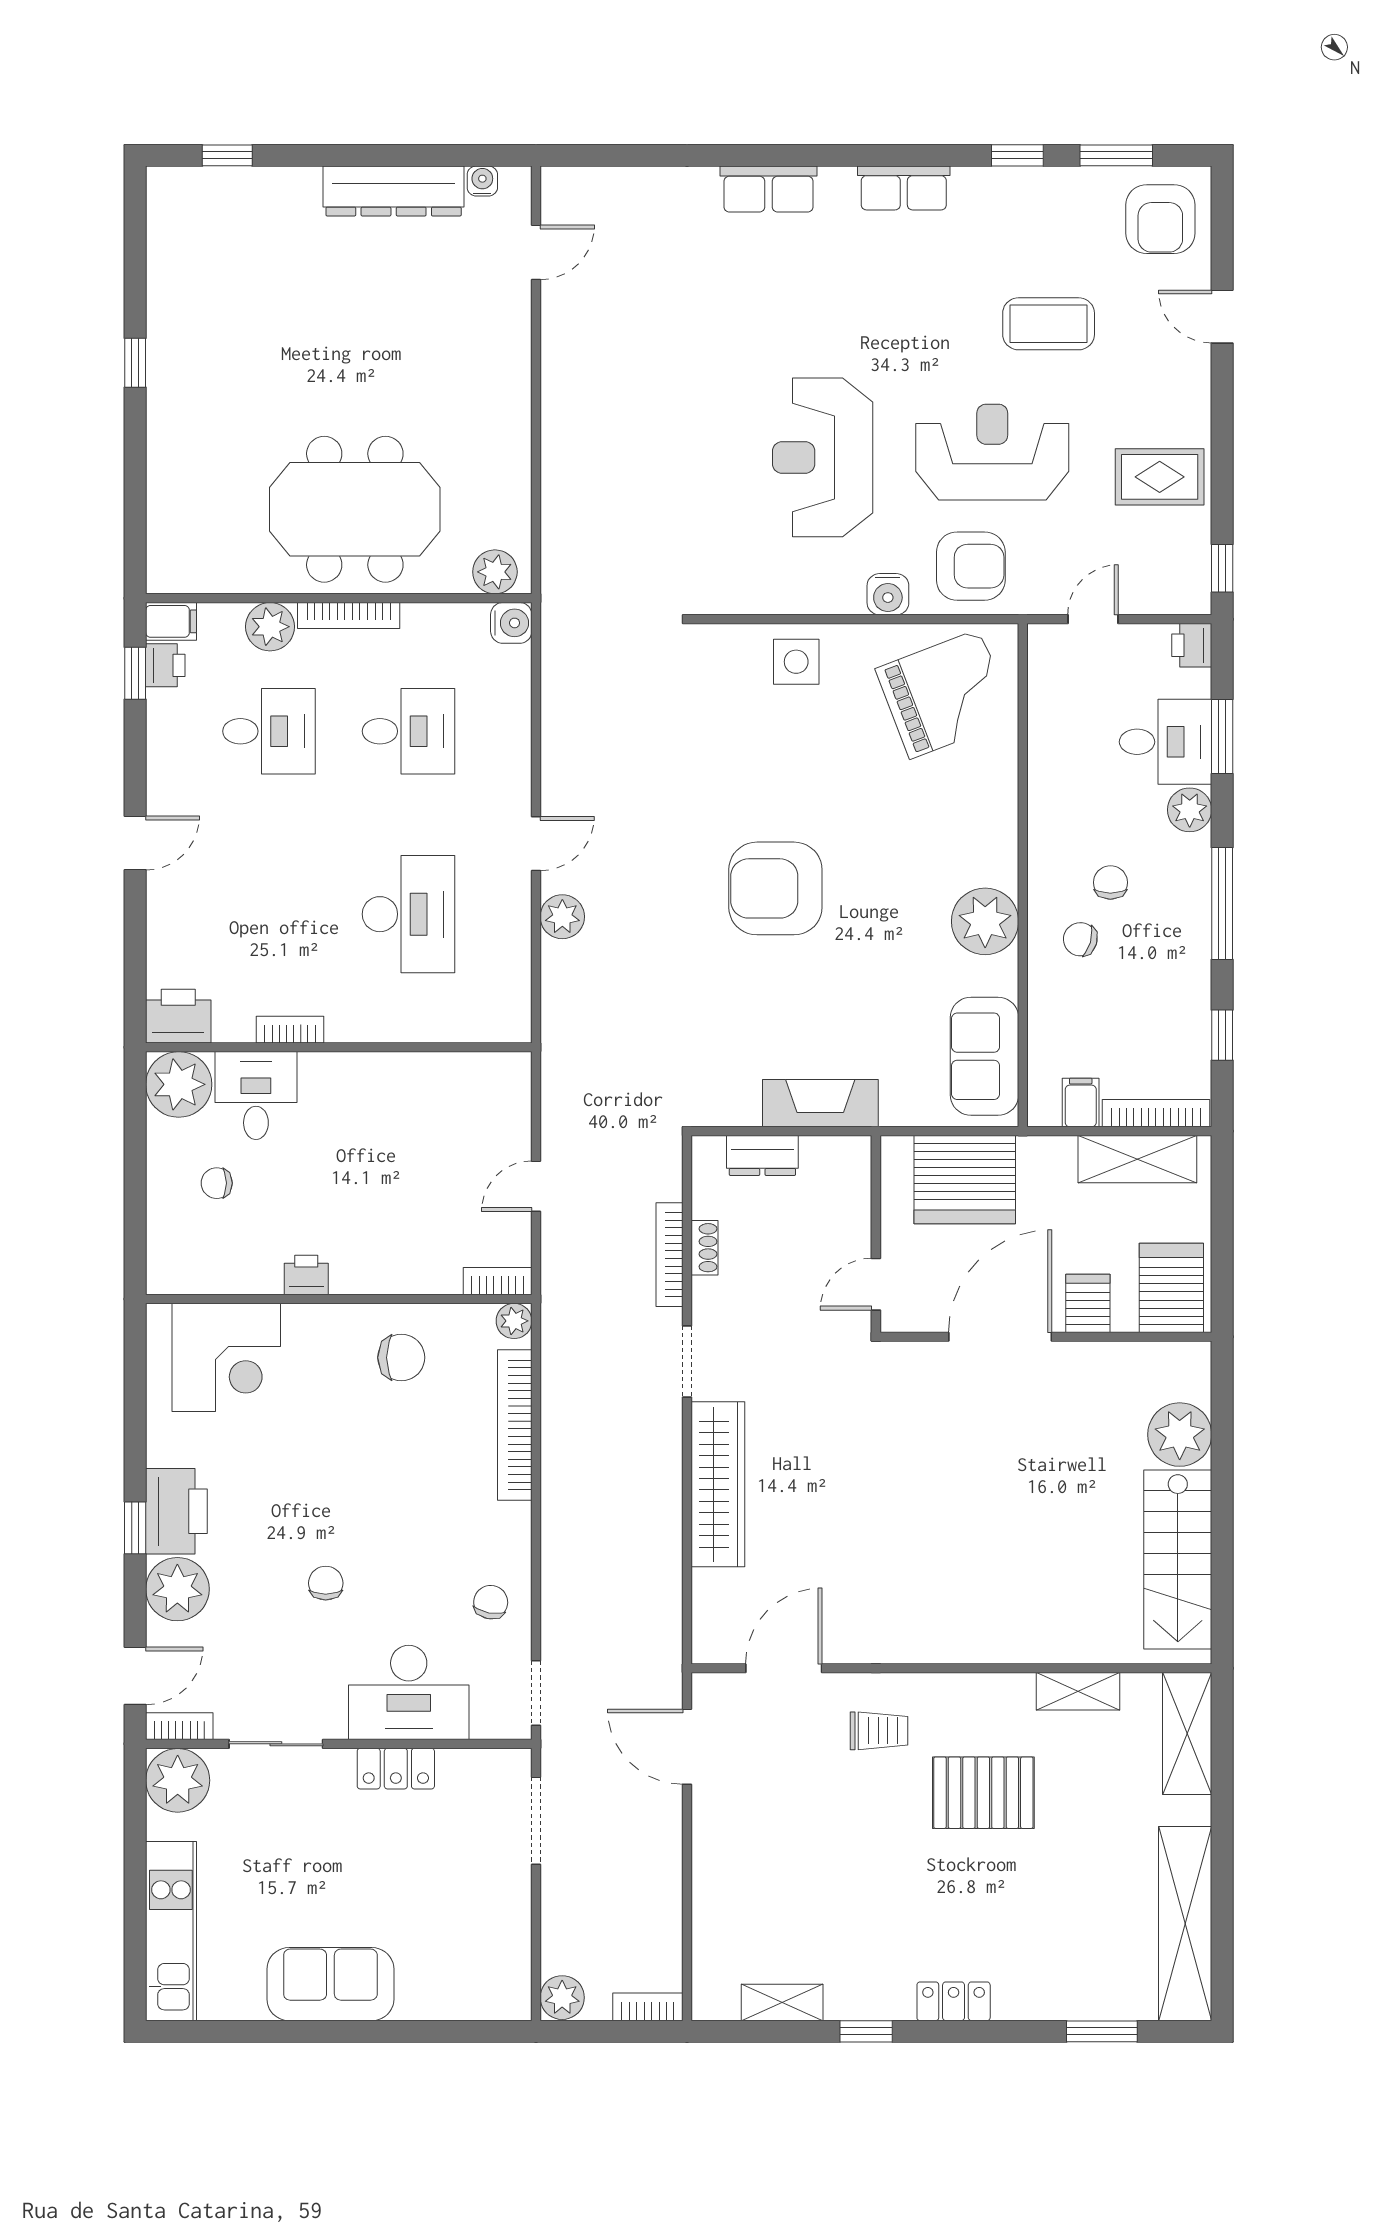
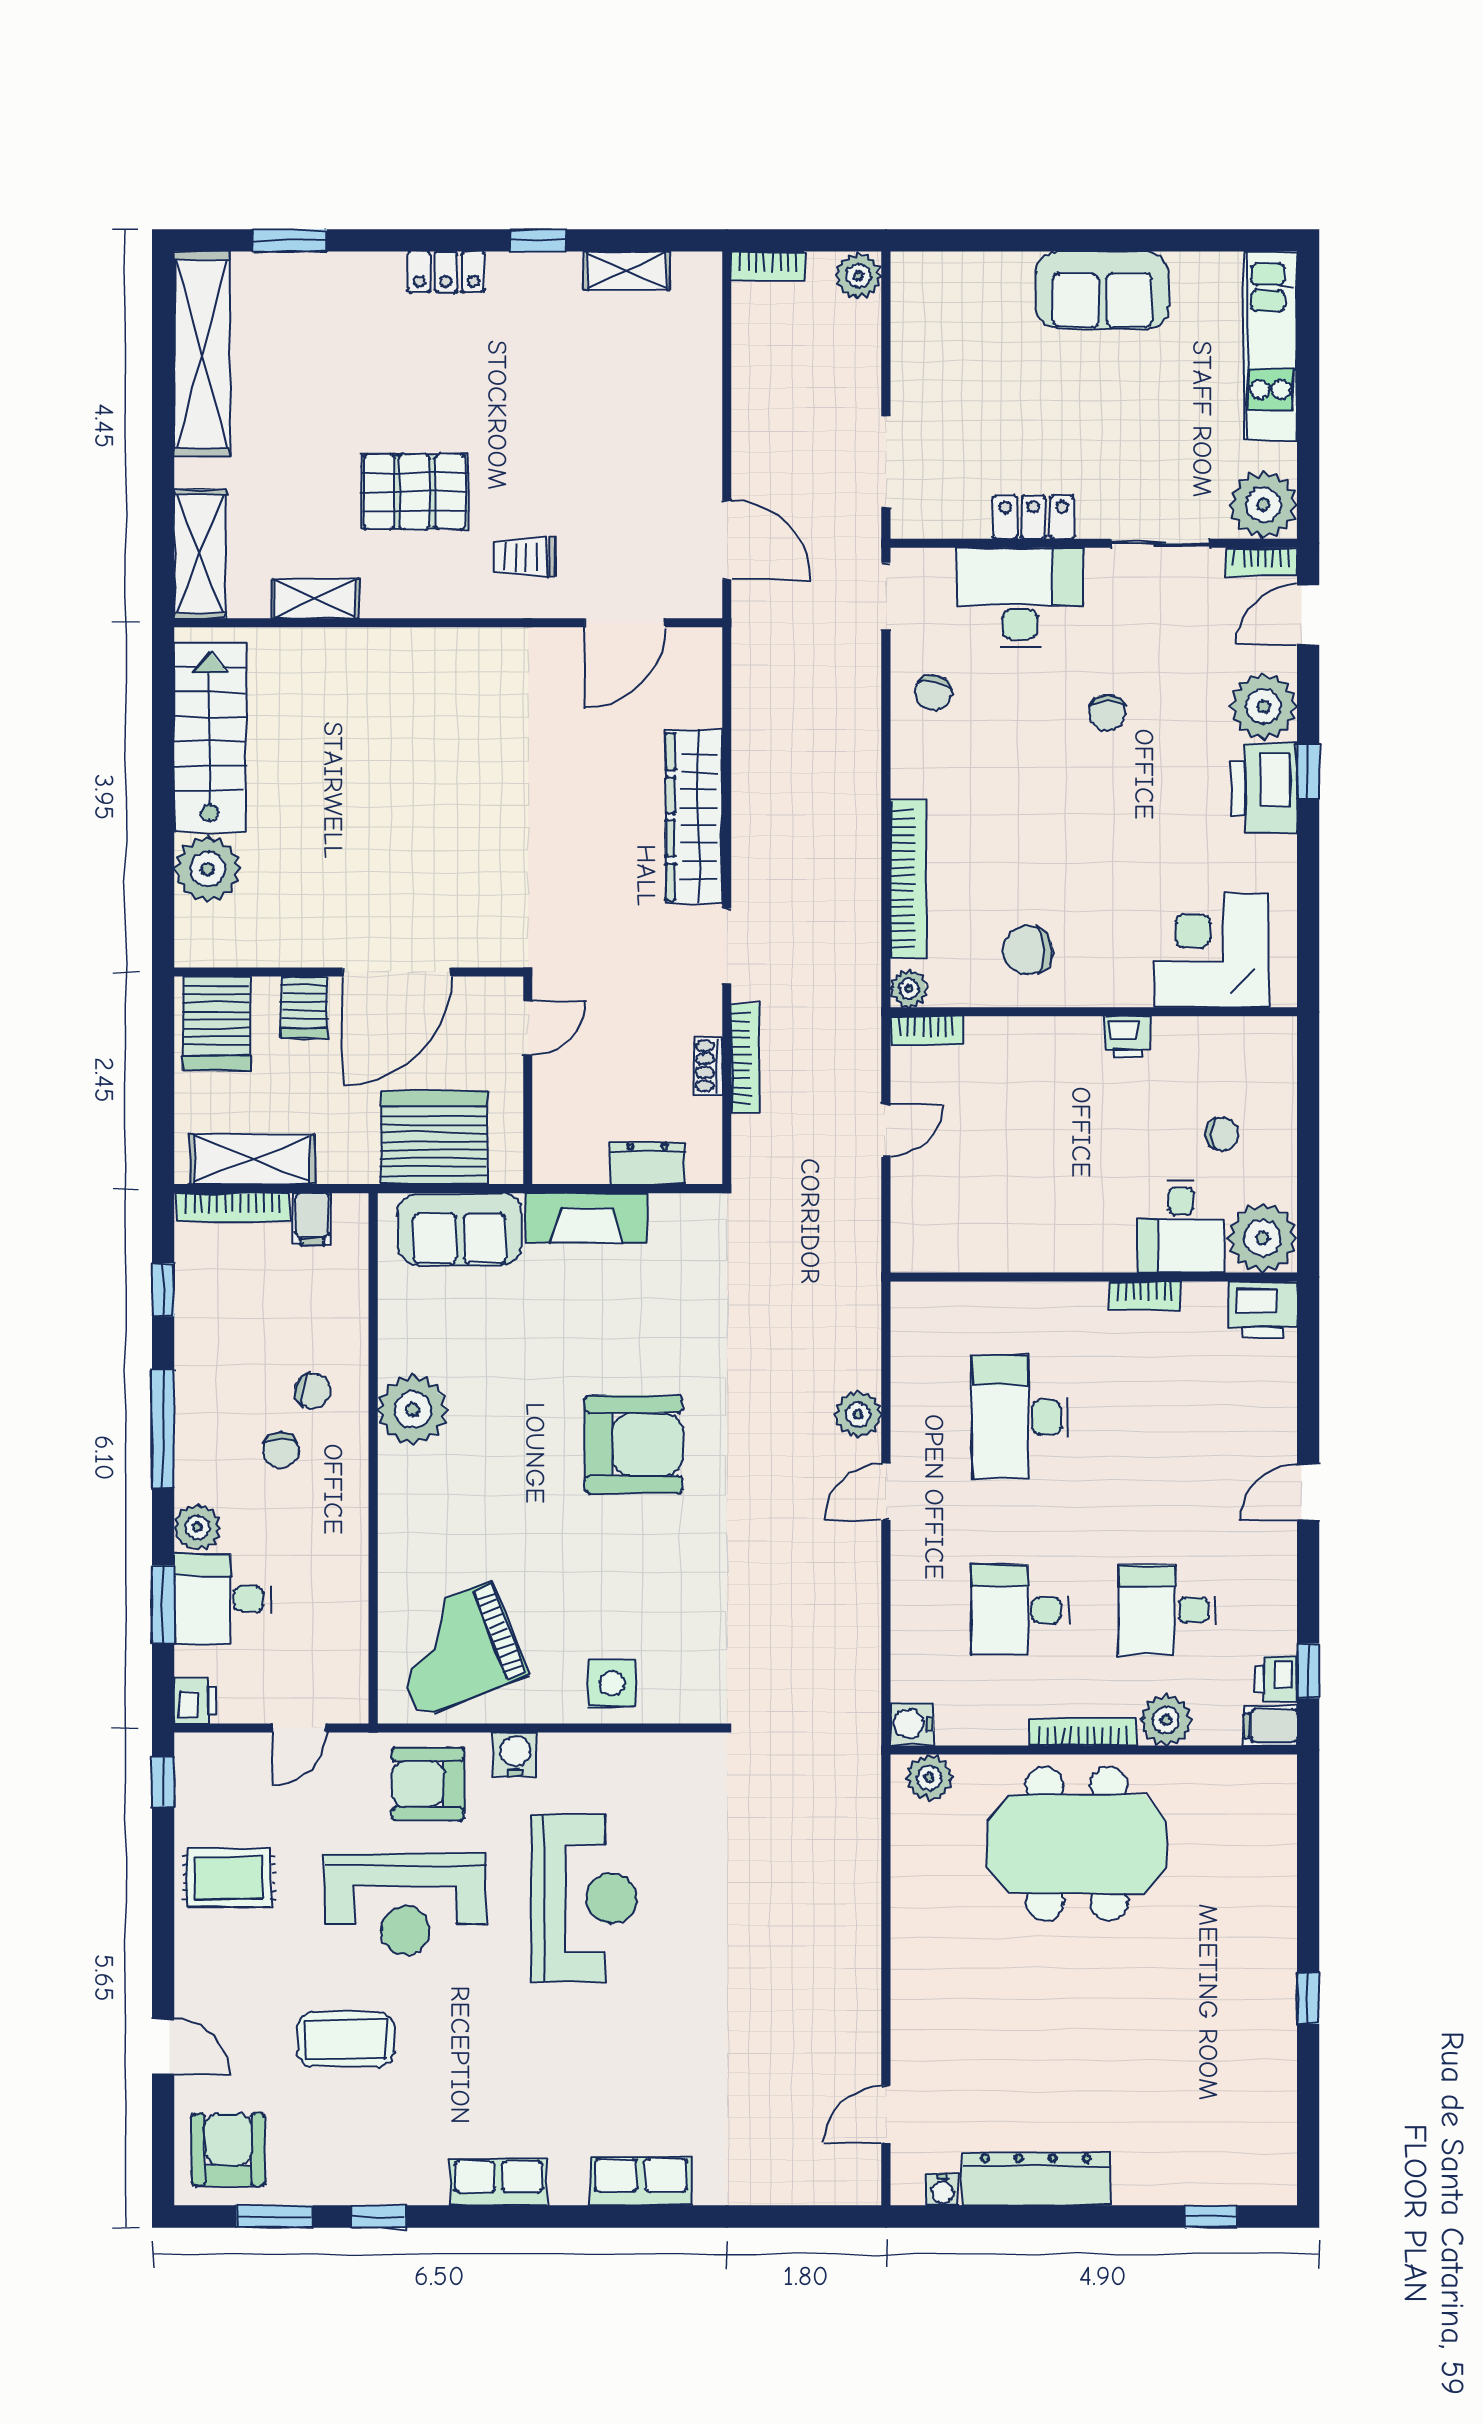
sofa: (984, 1056) -> (460, 1229), moved, turned 90

